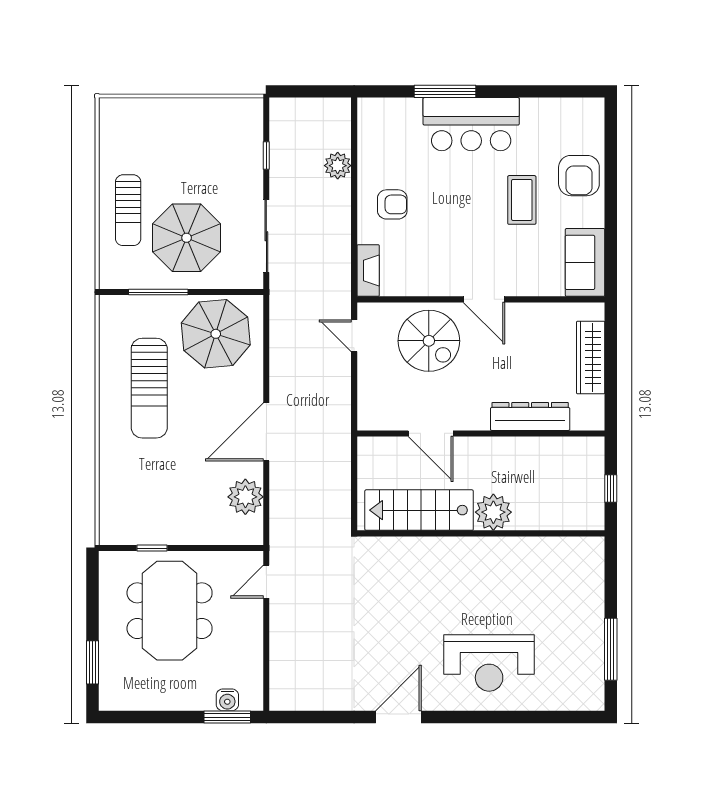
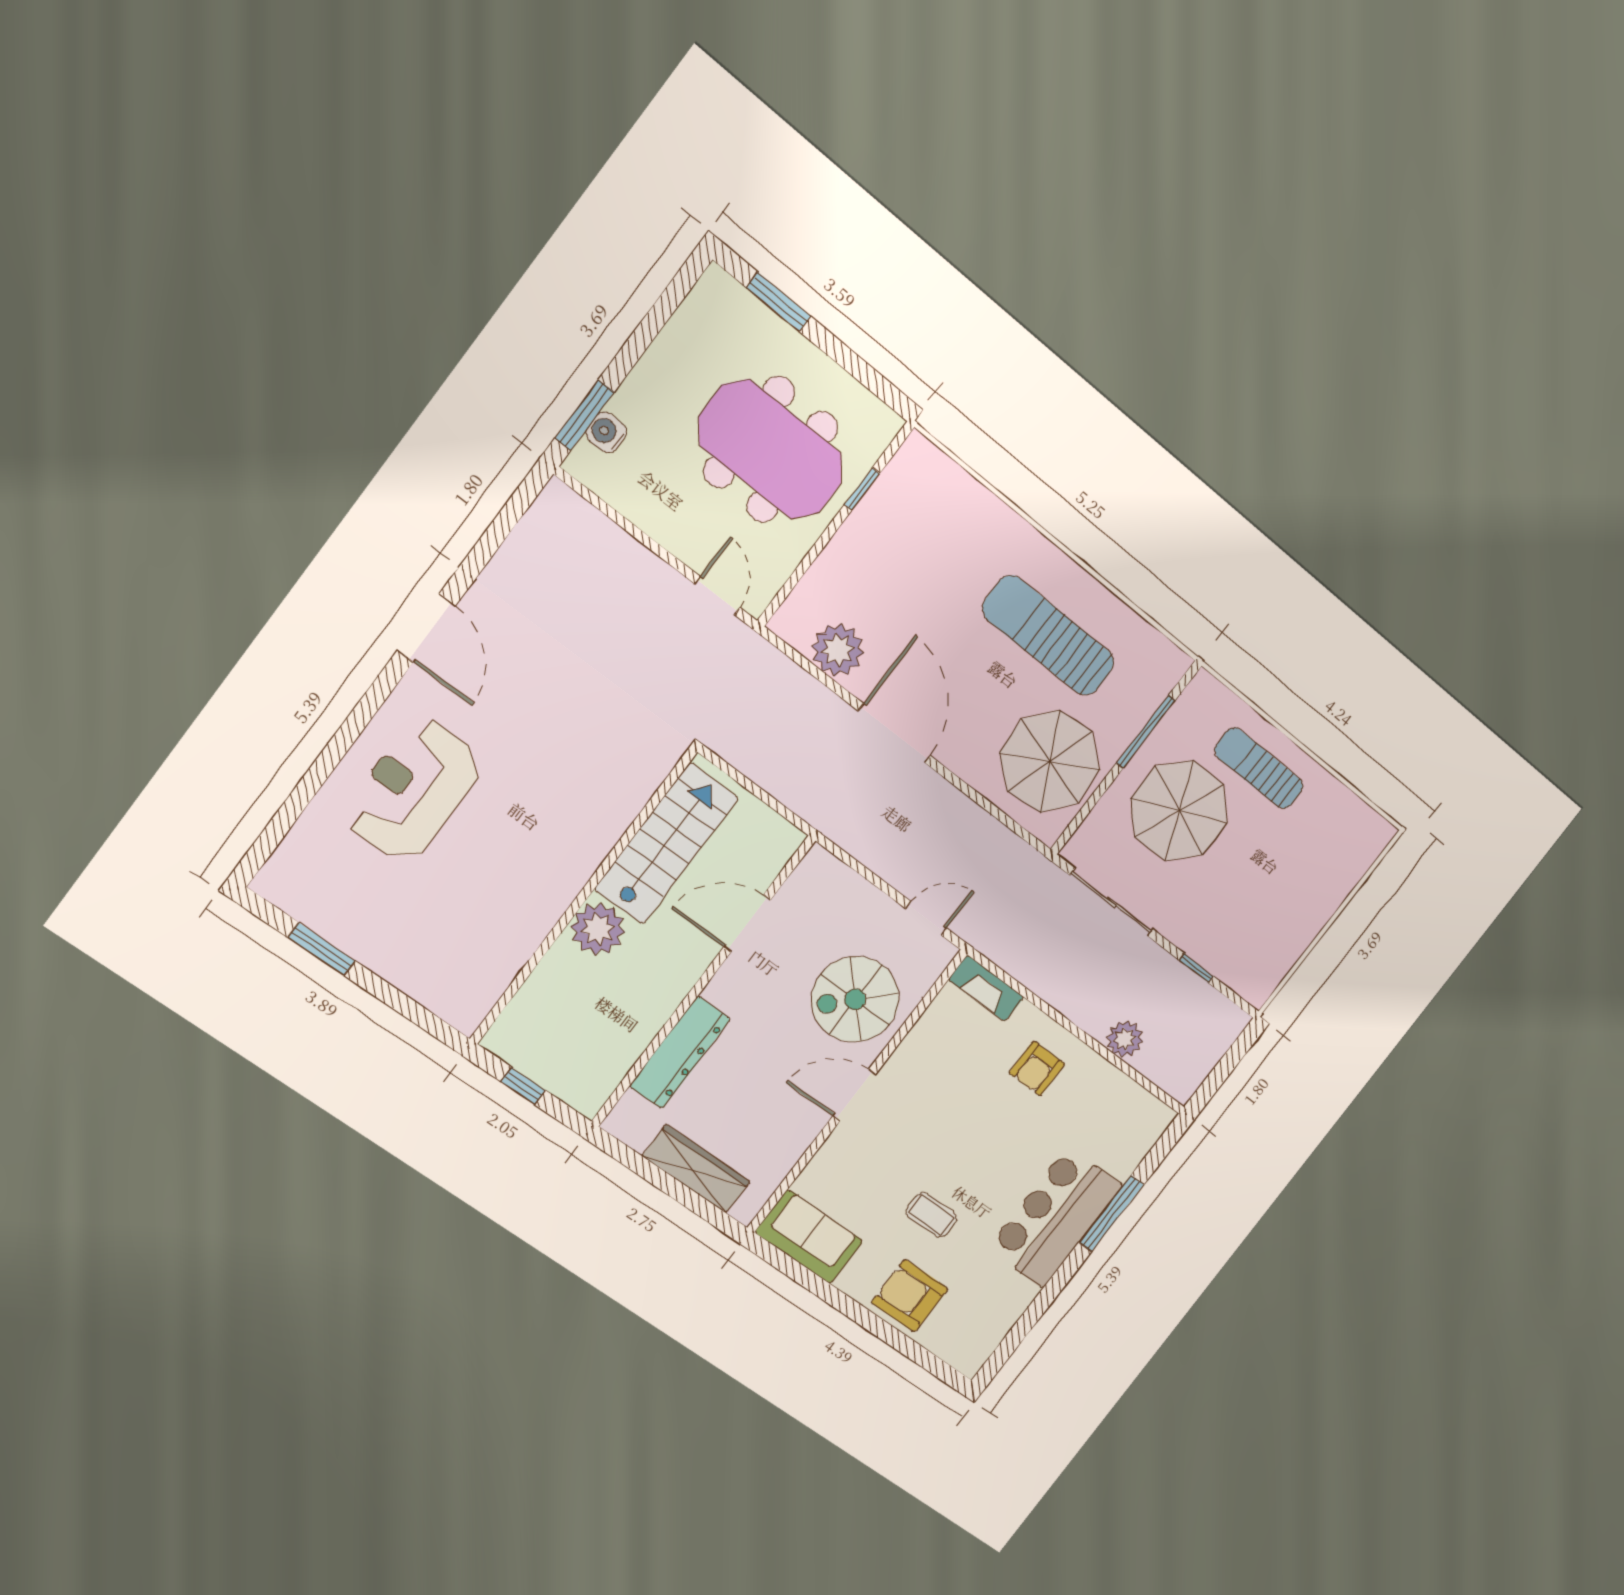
coffee table: (522, 200) -> (931, 1215), width x0.73, depth x0.77
window: (611, 649) -> (321, 949), width x0.69

